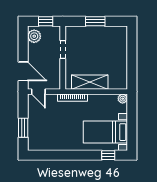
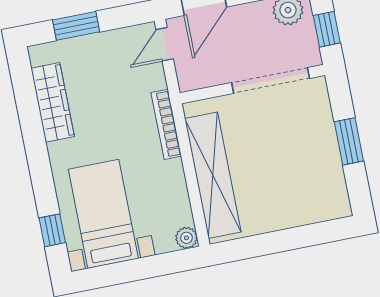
doorway: (63, 49) -> (271, 81), width x1.88
shelving: (90, 82) -> (213, 175), width x1.47
wardrobe: (54, 144) -> (53, 102), added

